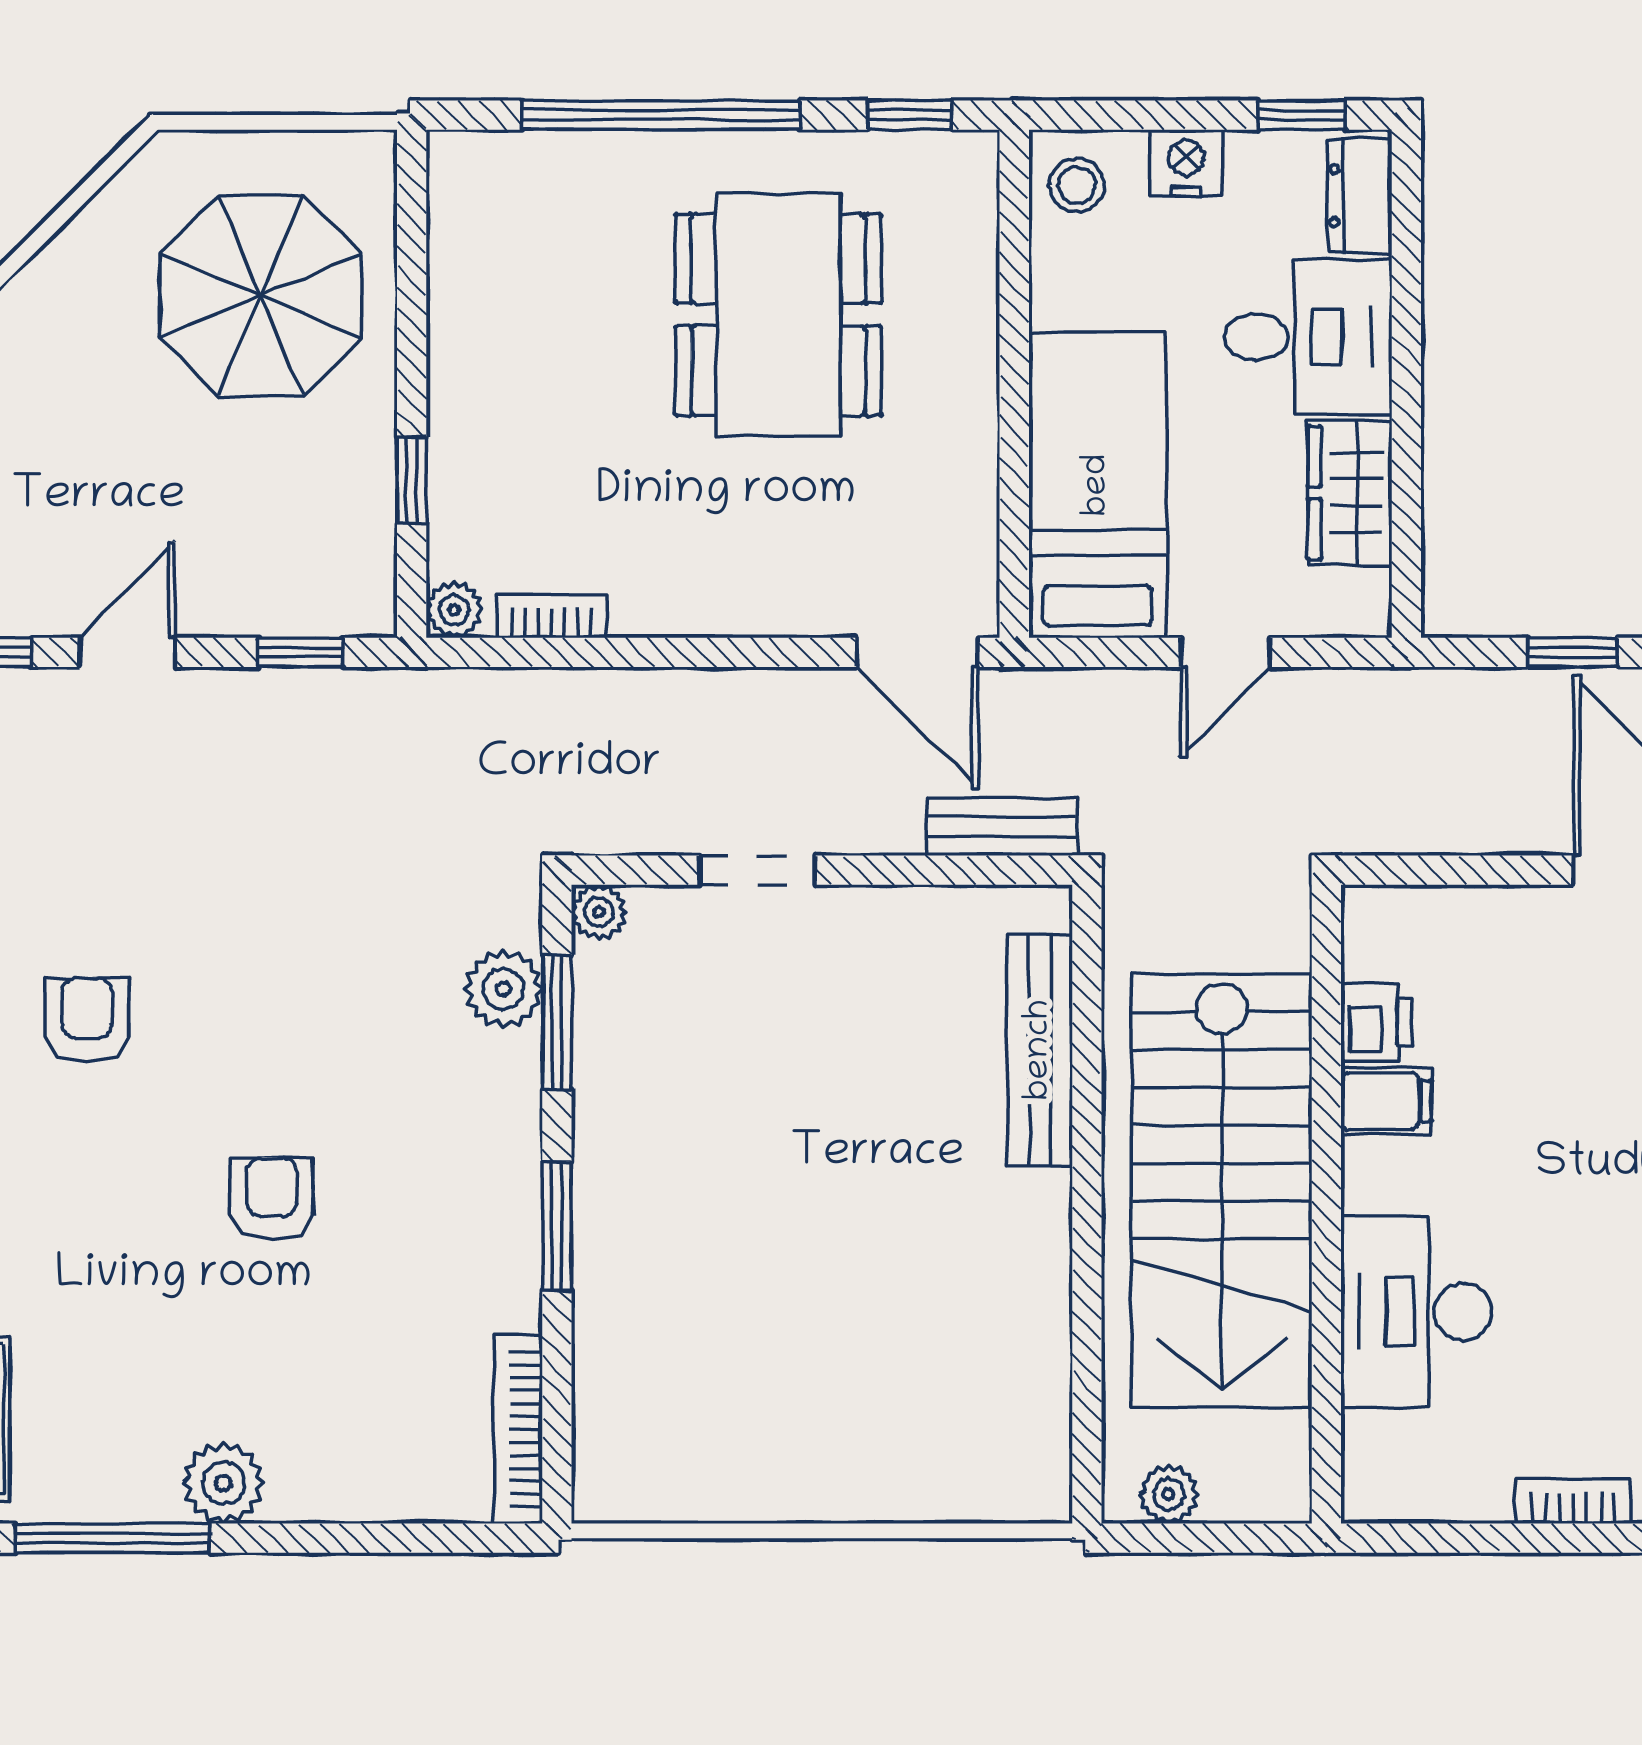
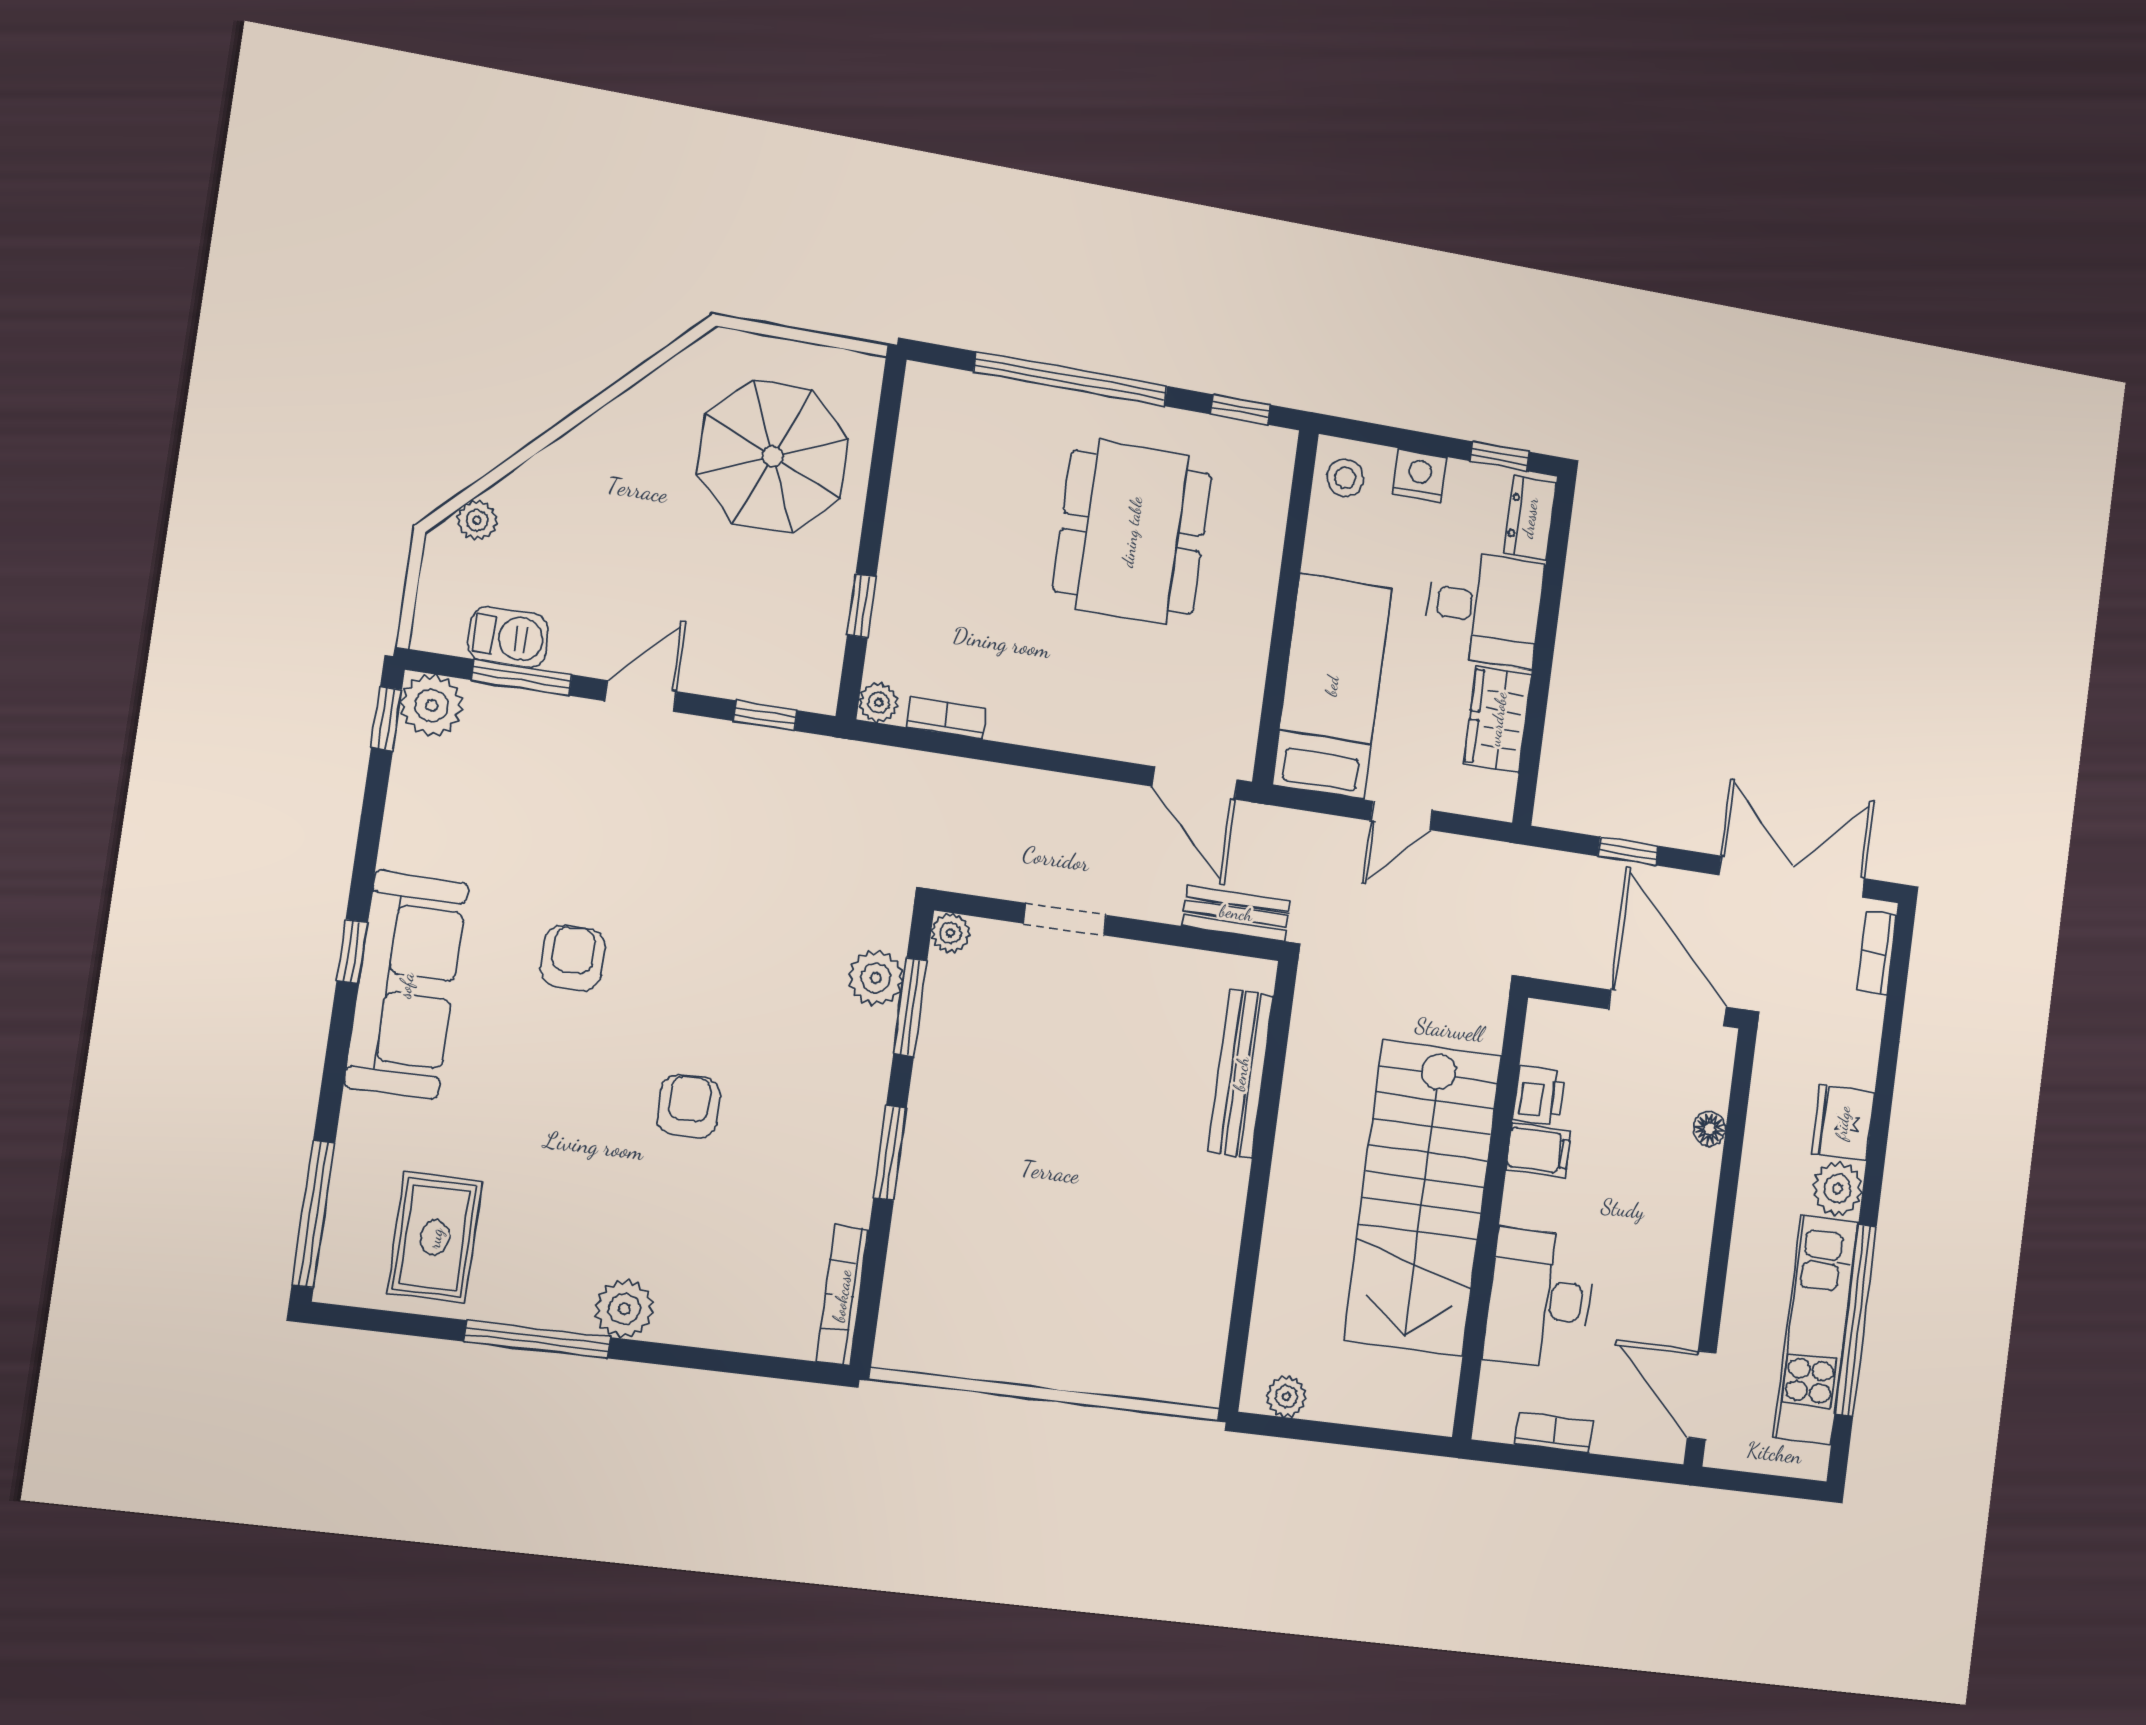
printer: (1376, 1022) -> (1539, 1096), moved
filing cabinet: (1386, 1101) -> (1539, 1151), moved
stairs: (1222, 1191) -> (1422, 1198), moved
wall: (1326, 1204) -> (1490, 1216), moved
desk: (1416, 1312) -> (1539, 1299), moved

